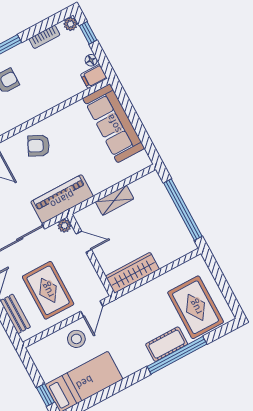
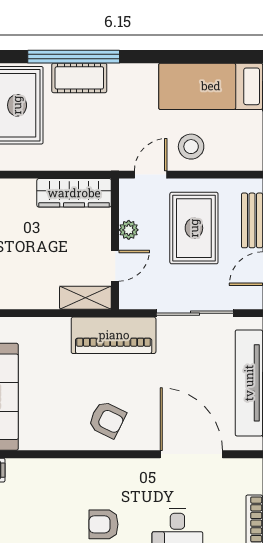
shelving: (115, 200) -> (85, 298), moved
plant: (64, 226) -> (129, 230), moved
door: (84, 242) -> (115, 266), swing flipped

